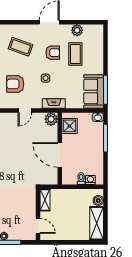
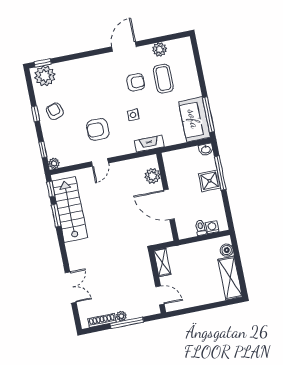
coffee table: (21, 47) -> (95, 83), removed
door: (25, 111) -> (100, 162), moved
plant: (51, 119) -> (152, 176), moved
shower: (69, 126) -> (210, 181), moved

